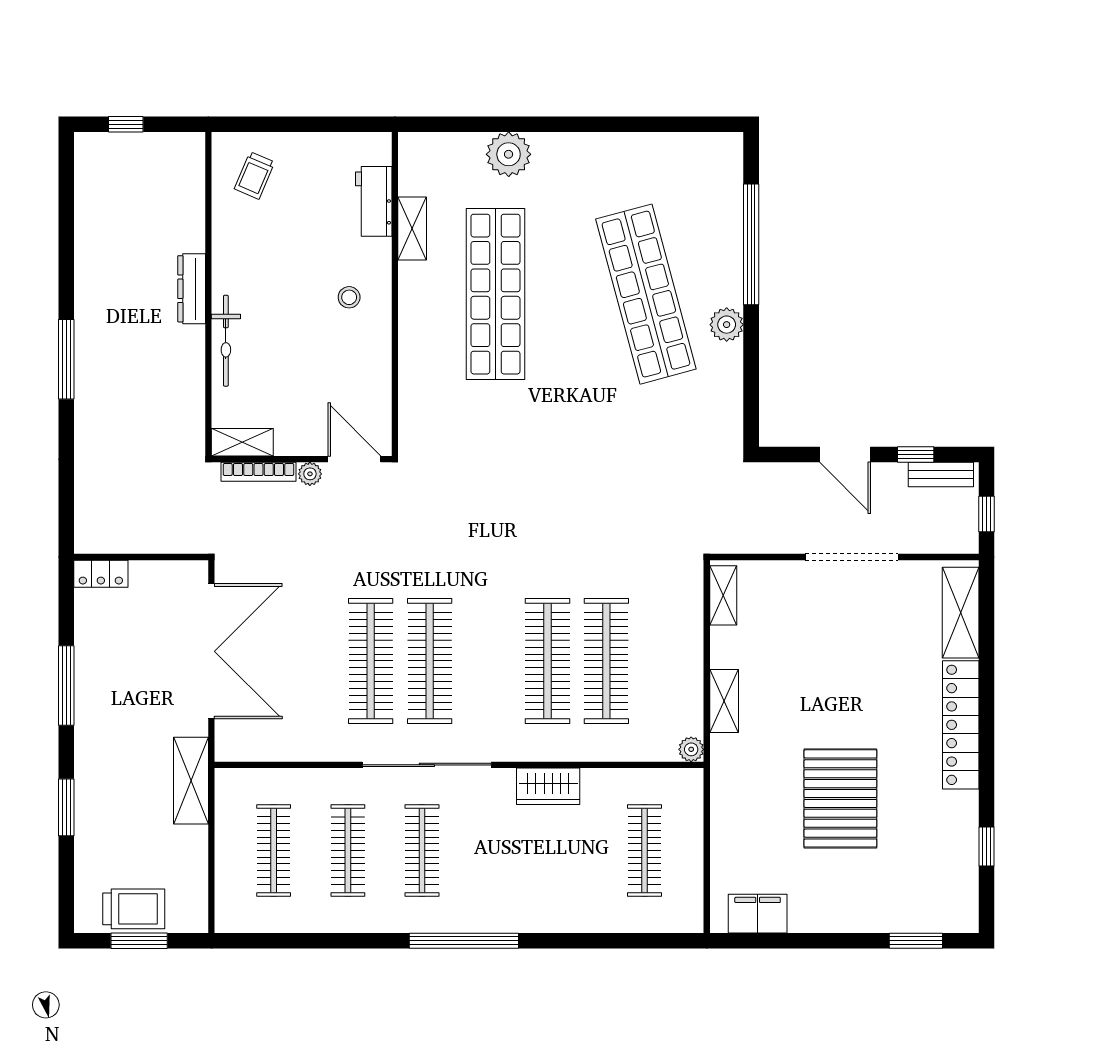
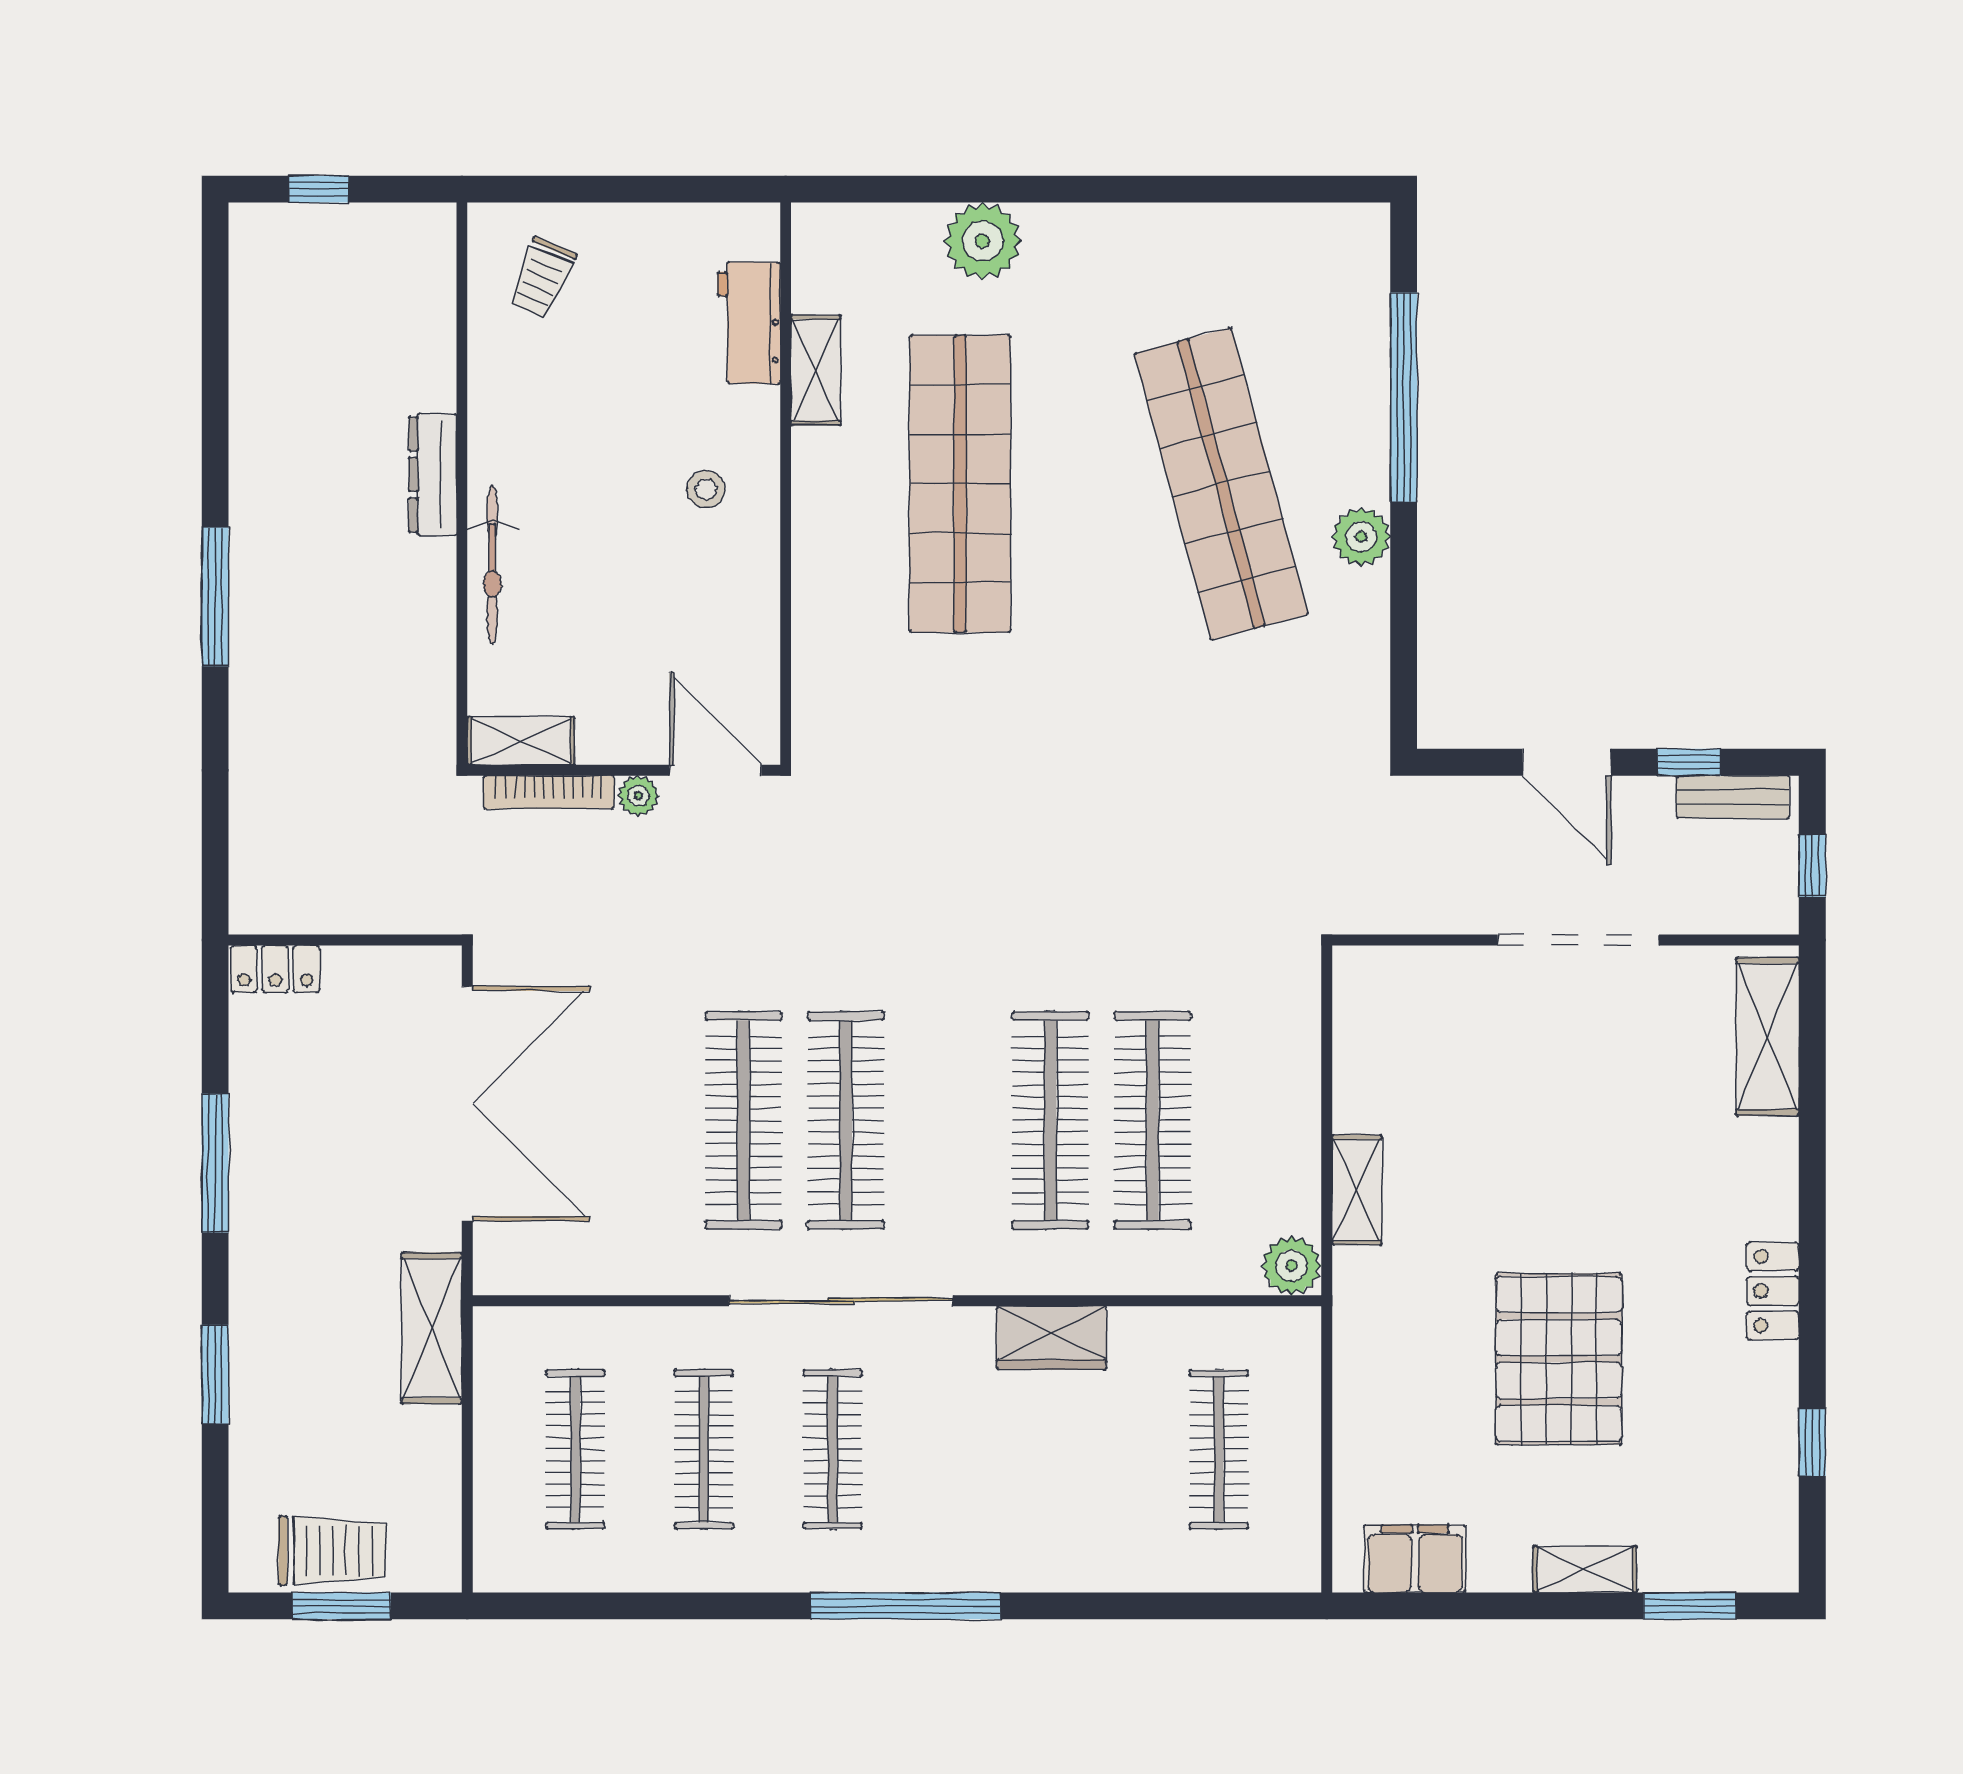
shelving: (723, 595) -> (1585, 1569), moved, turned 90
locker: (961, 725) -> (1773, 1291), width x0.46, depth x0.83
plant: (691, 749) -> (1292, 1266), width x1.38, depth x1.38

